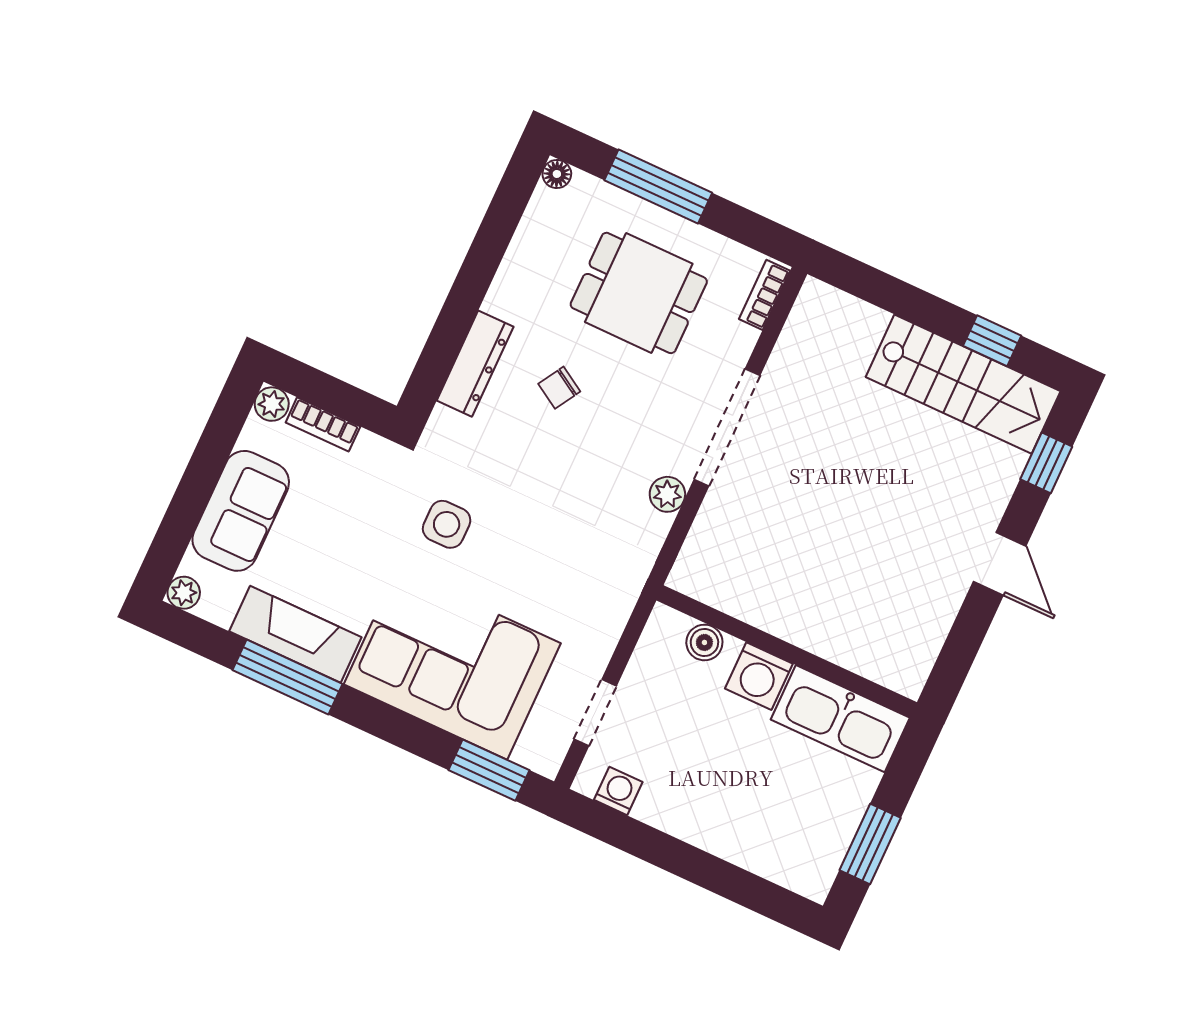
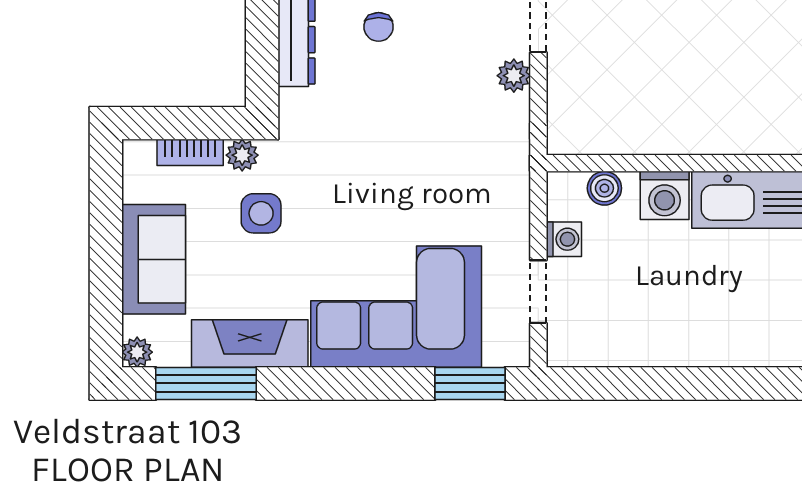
chair: (559, 388) -> (379, 27), turned -31
plant: (272, 404) -> (242, 155), moved
side table: (447, 524) -> (261, 213), moved
window: (287, 677) -> (206, 383), moved
washing machine: (618, 791) -> (564, 239), moved, turned 90

